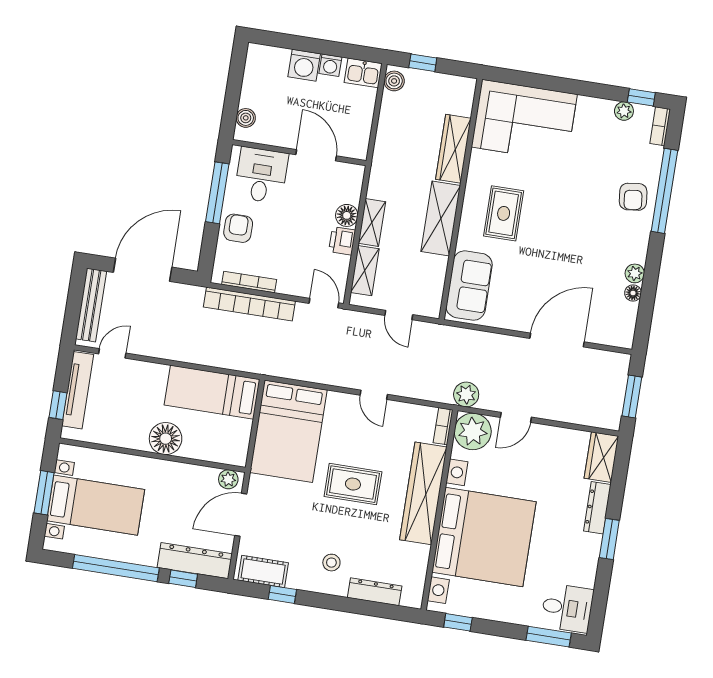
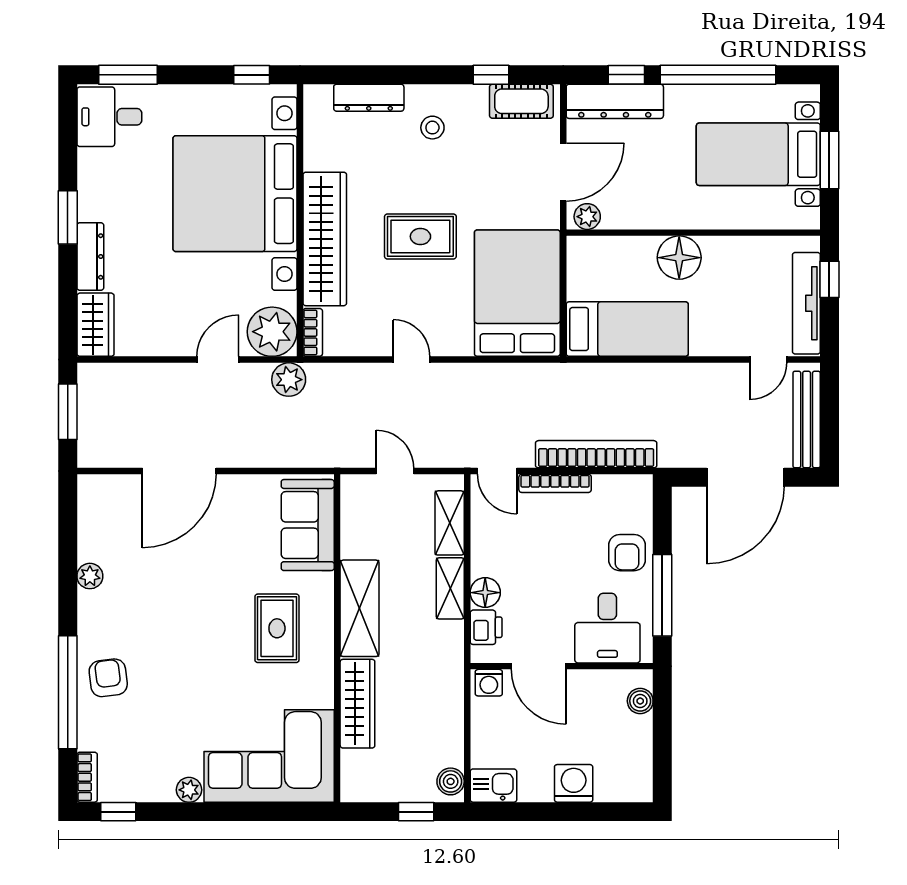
washing machine: (330, 65) -> (489, 683), moved, turned 180
plant: (624, 111) -> (189, 790), moved
printer: (342, 241) -> (486, 627), moved
bookcase: (249, 282) -> (555, 483), moved
floor lamp: (633, 293) -> (88, 550), removed

